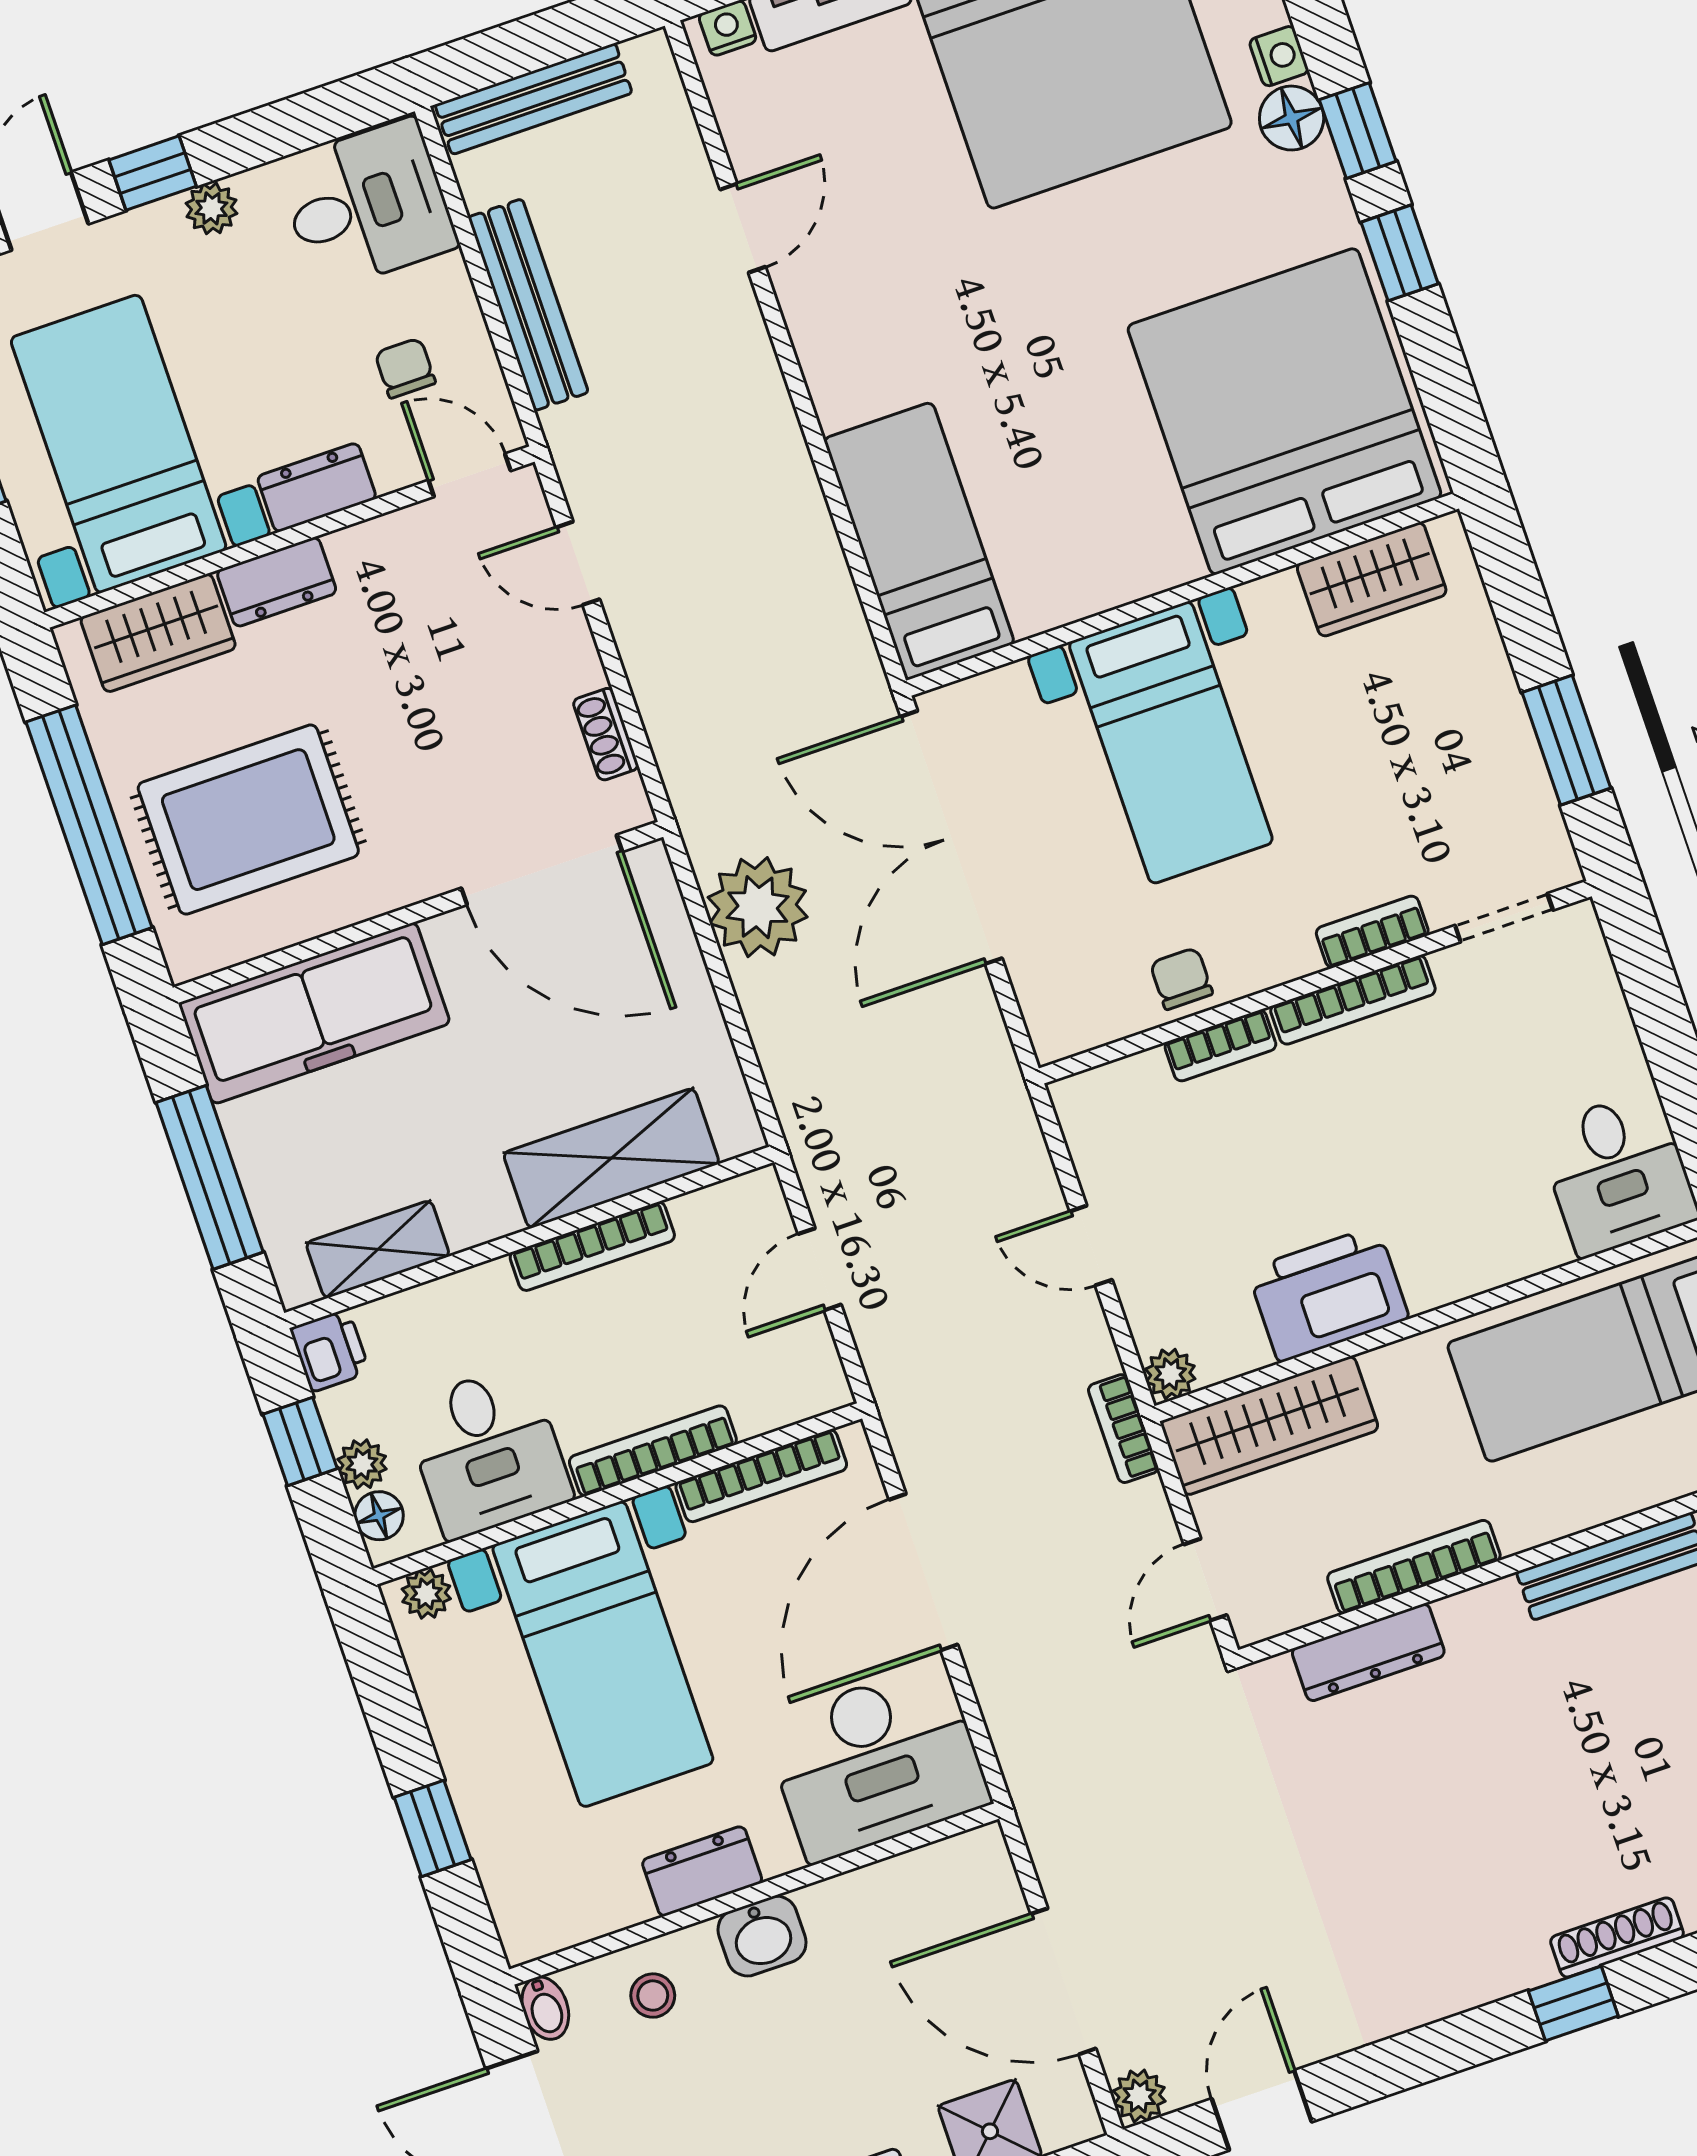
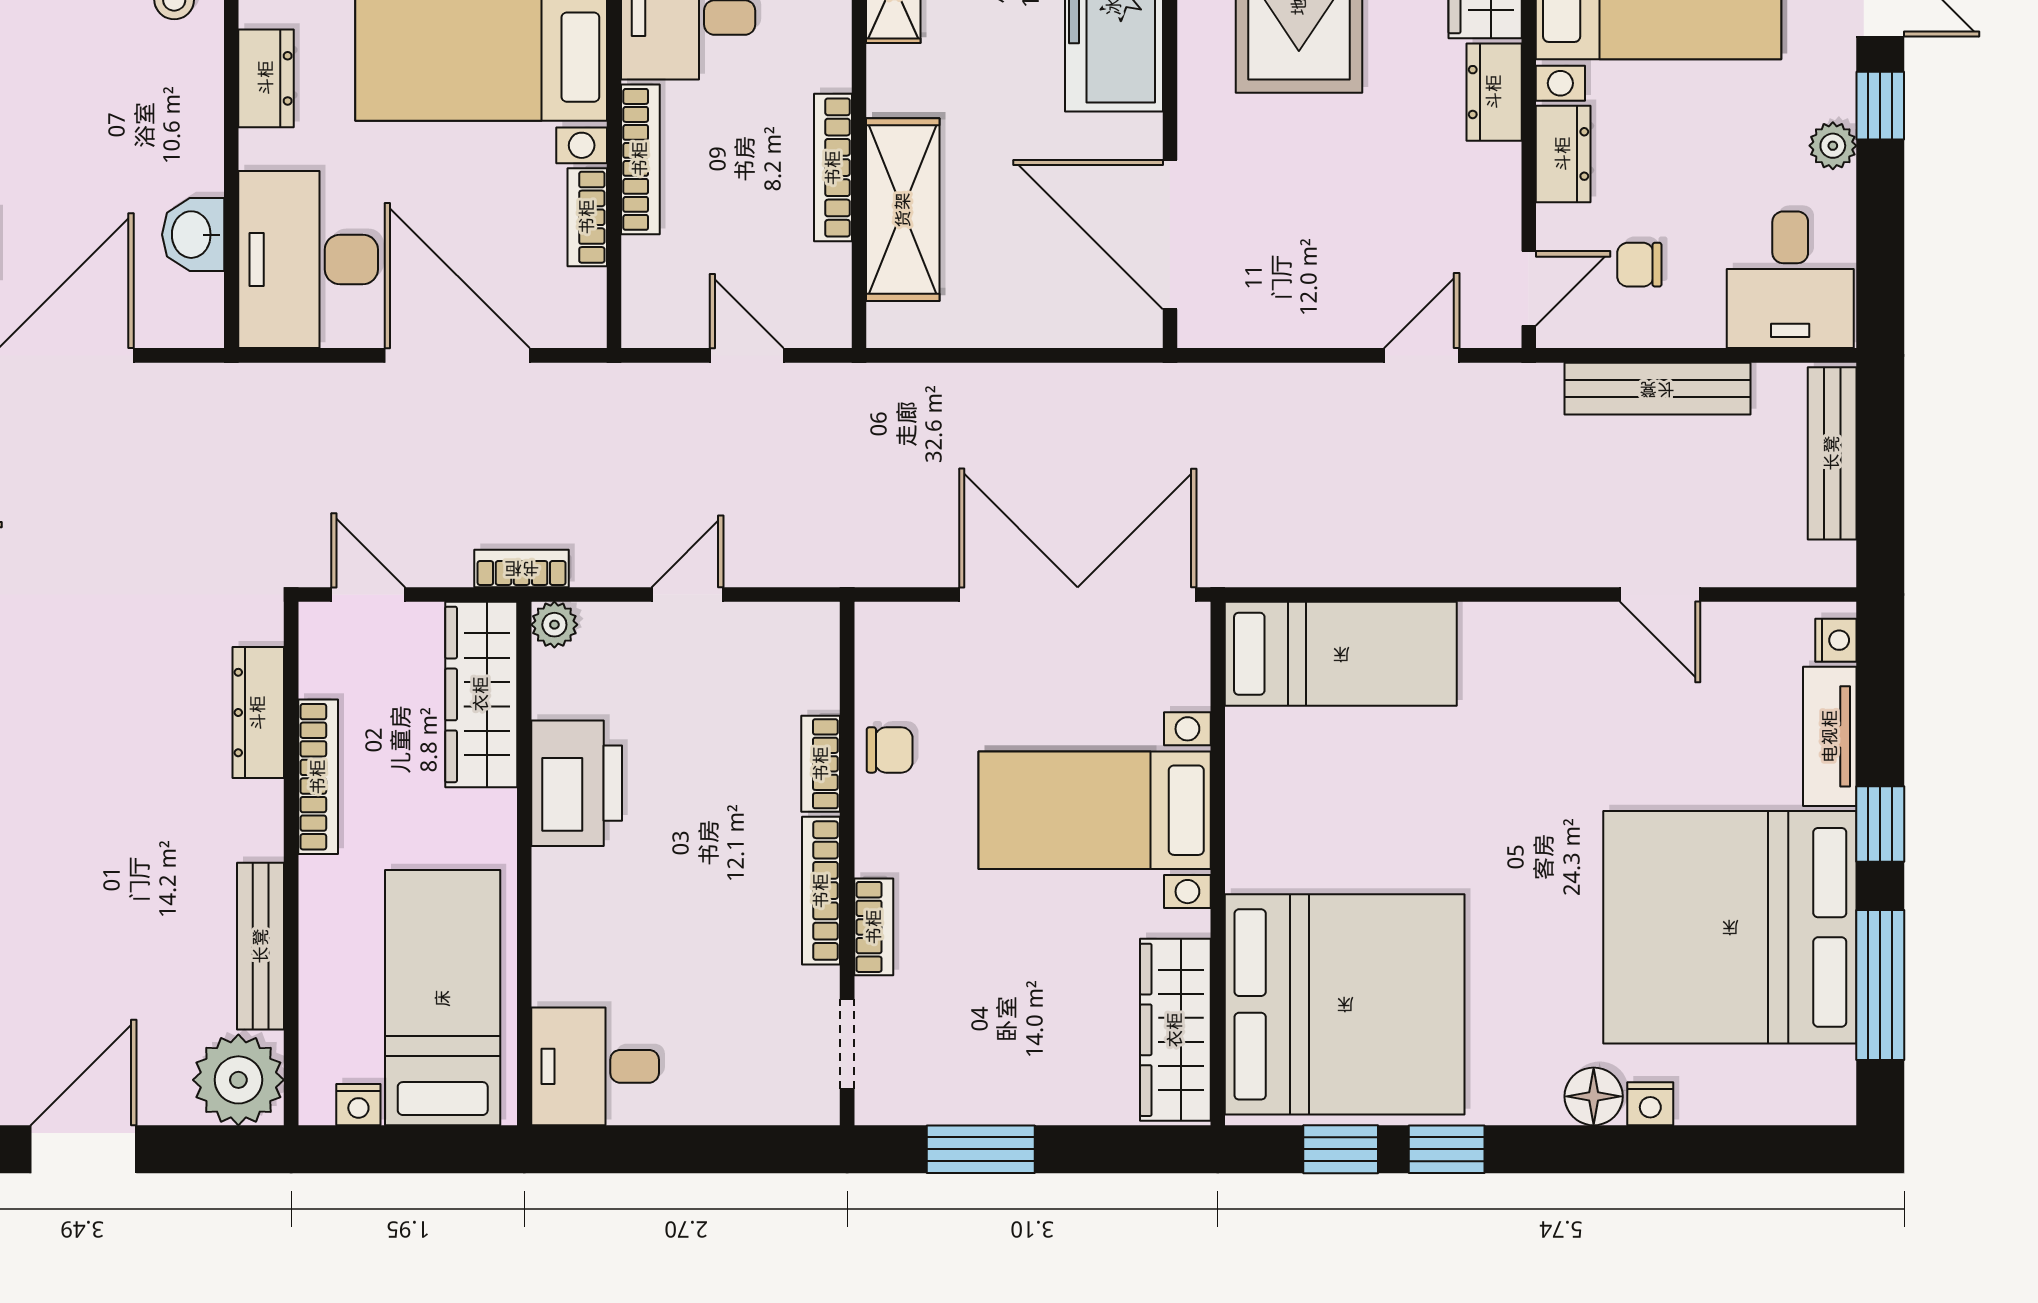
window: (1358, 131) -> (1341, 1149), moved
chair: (405, 368) -> (1639, 265), turned 180
wardrobe: (1372, 579) -> (1175, 1030), width x1.50
shoe rack: (606, 734) -> (1267, 329), removed
door: (542, 870) -> (1170, 235), hinge flipped
plant: (758, 907) -> (1075, 408), removed
bookcase: (761, 1476) -> (587, 217), width x0.64
washbasin: (762, 1936) -> (193, 235), moved

